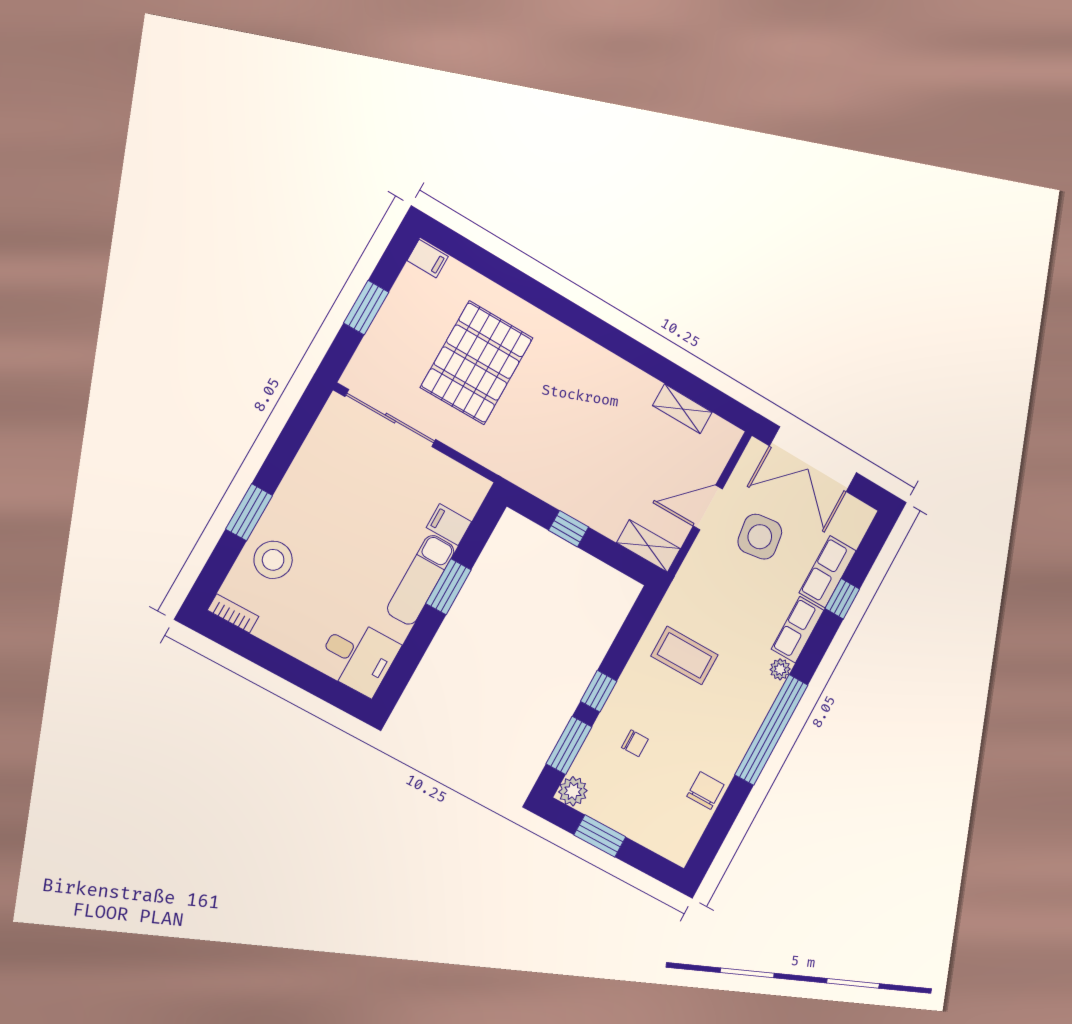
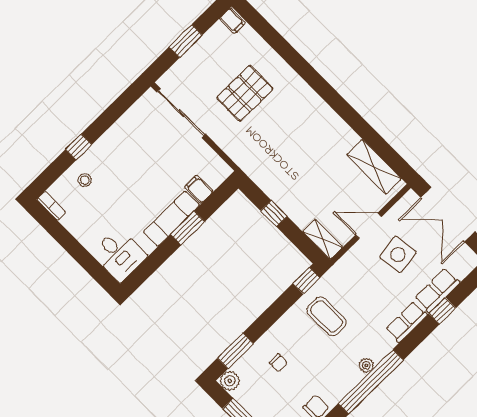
pallet: (477, 363) -> (245, 93), width x0.73, depth x0.71
shelving: (682, 409) -> (374, 167), width x1.50, depth x1.33
window: (249, 512) -> (79, 147), width x0.67
stool: (273, 560) -> (85, 180), width x0.53, depth x0.53
plant: (780, 669) -> (366, 365), moved
window: (599, 691) -> (306, 281), moved

